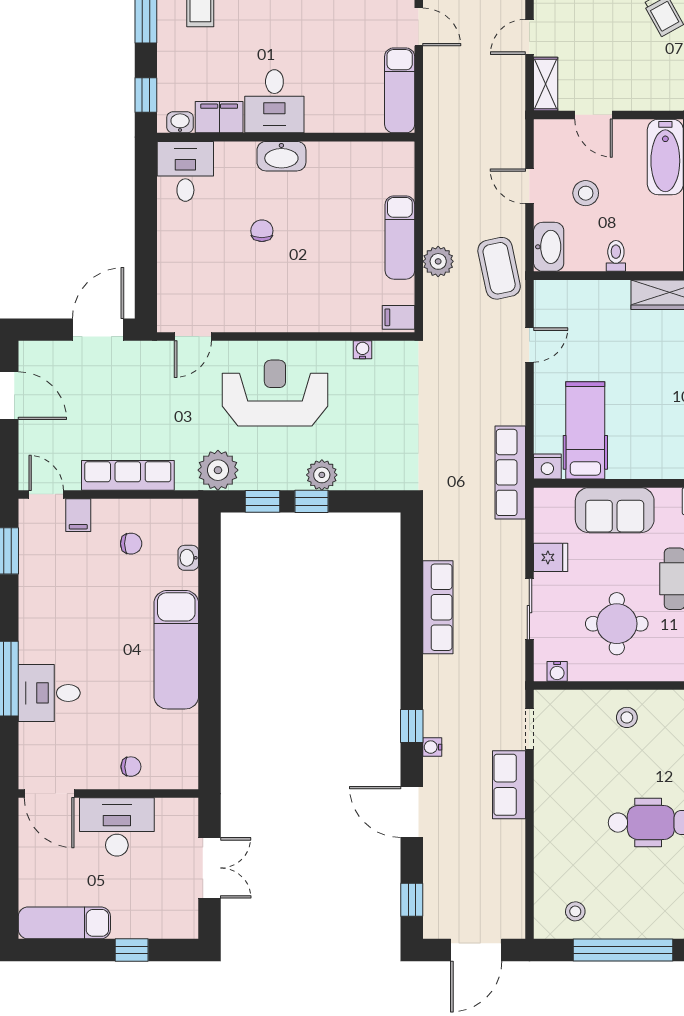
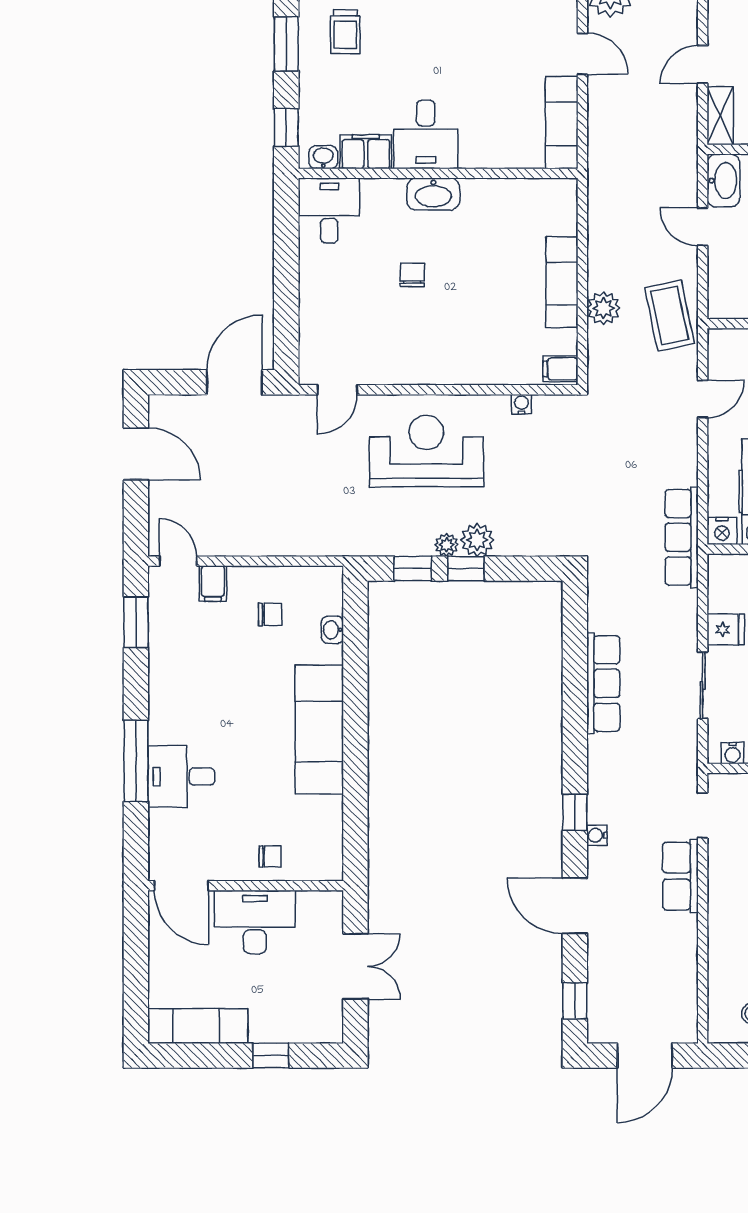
washbasin: (549, 247) -> (723, 181), moved
plant: (218, 470) -> (447, 545), moved, width x0.53, depth x0.53
row of seats: (128, 475) -> (267, 540), removed

